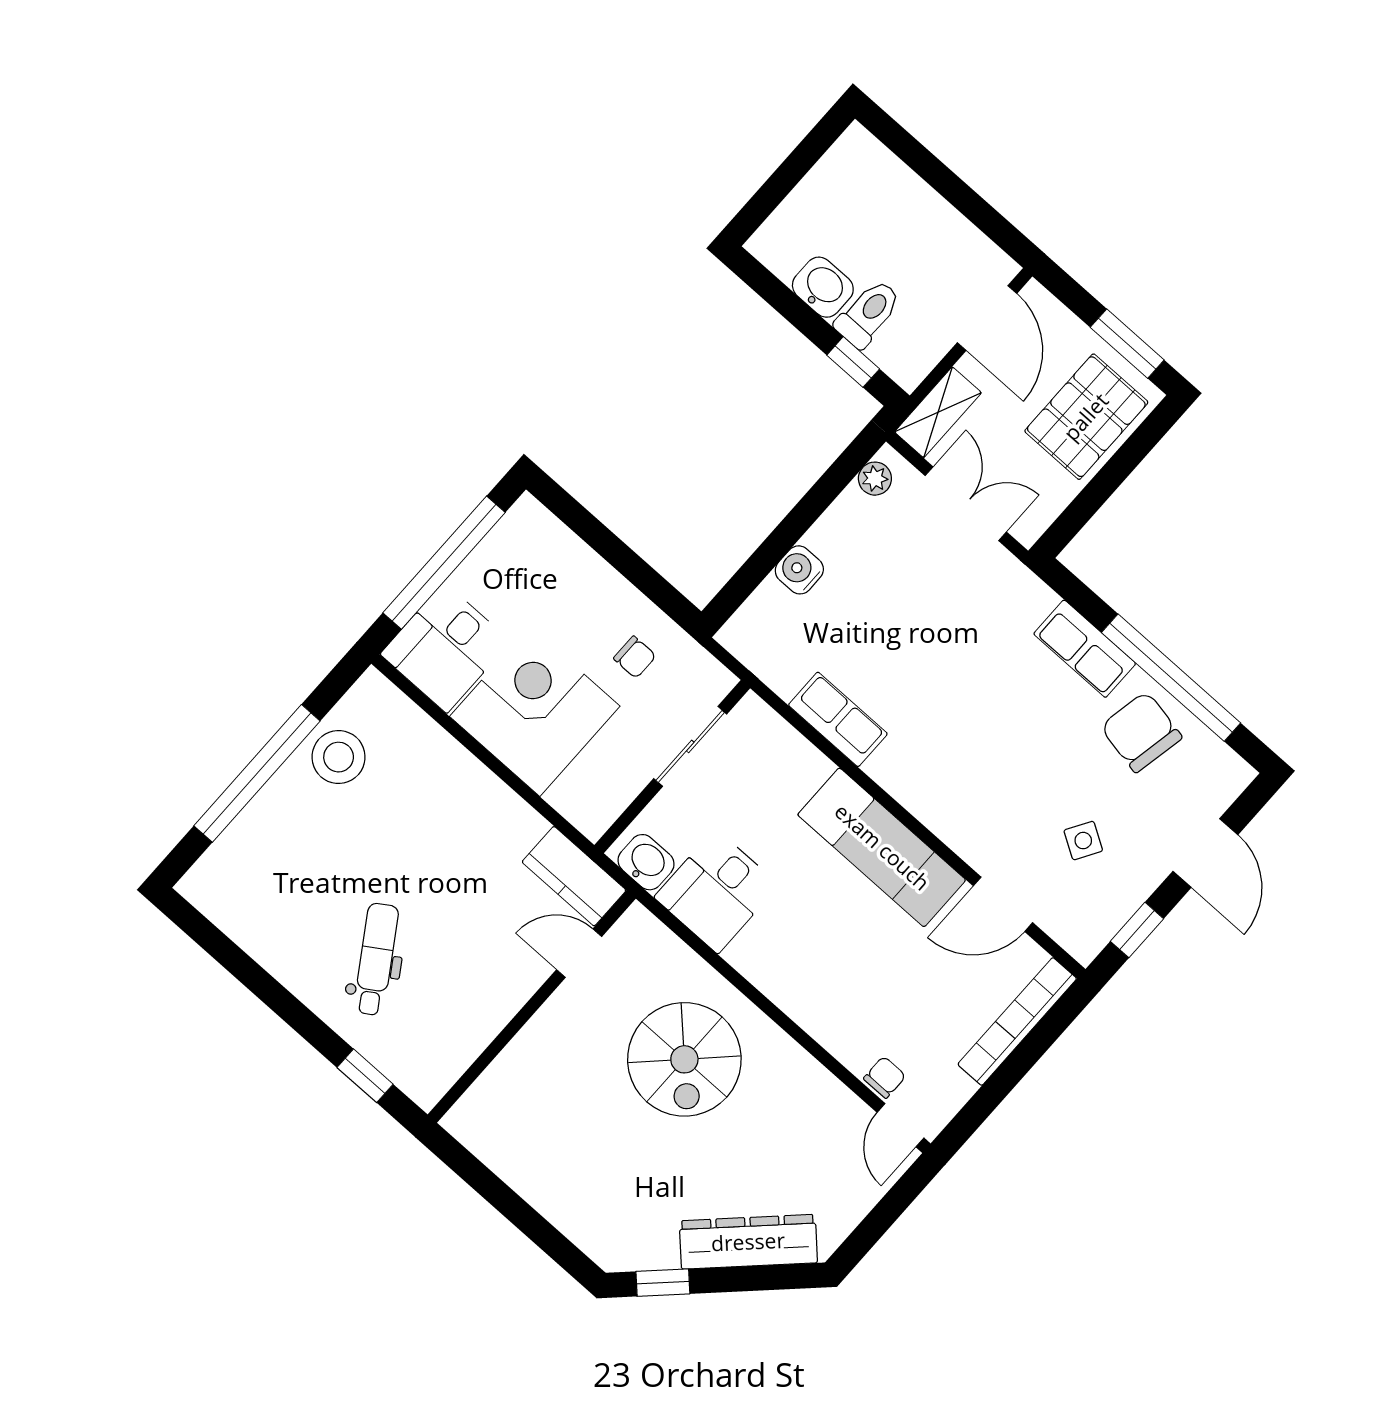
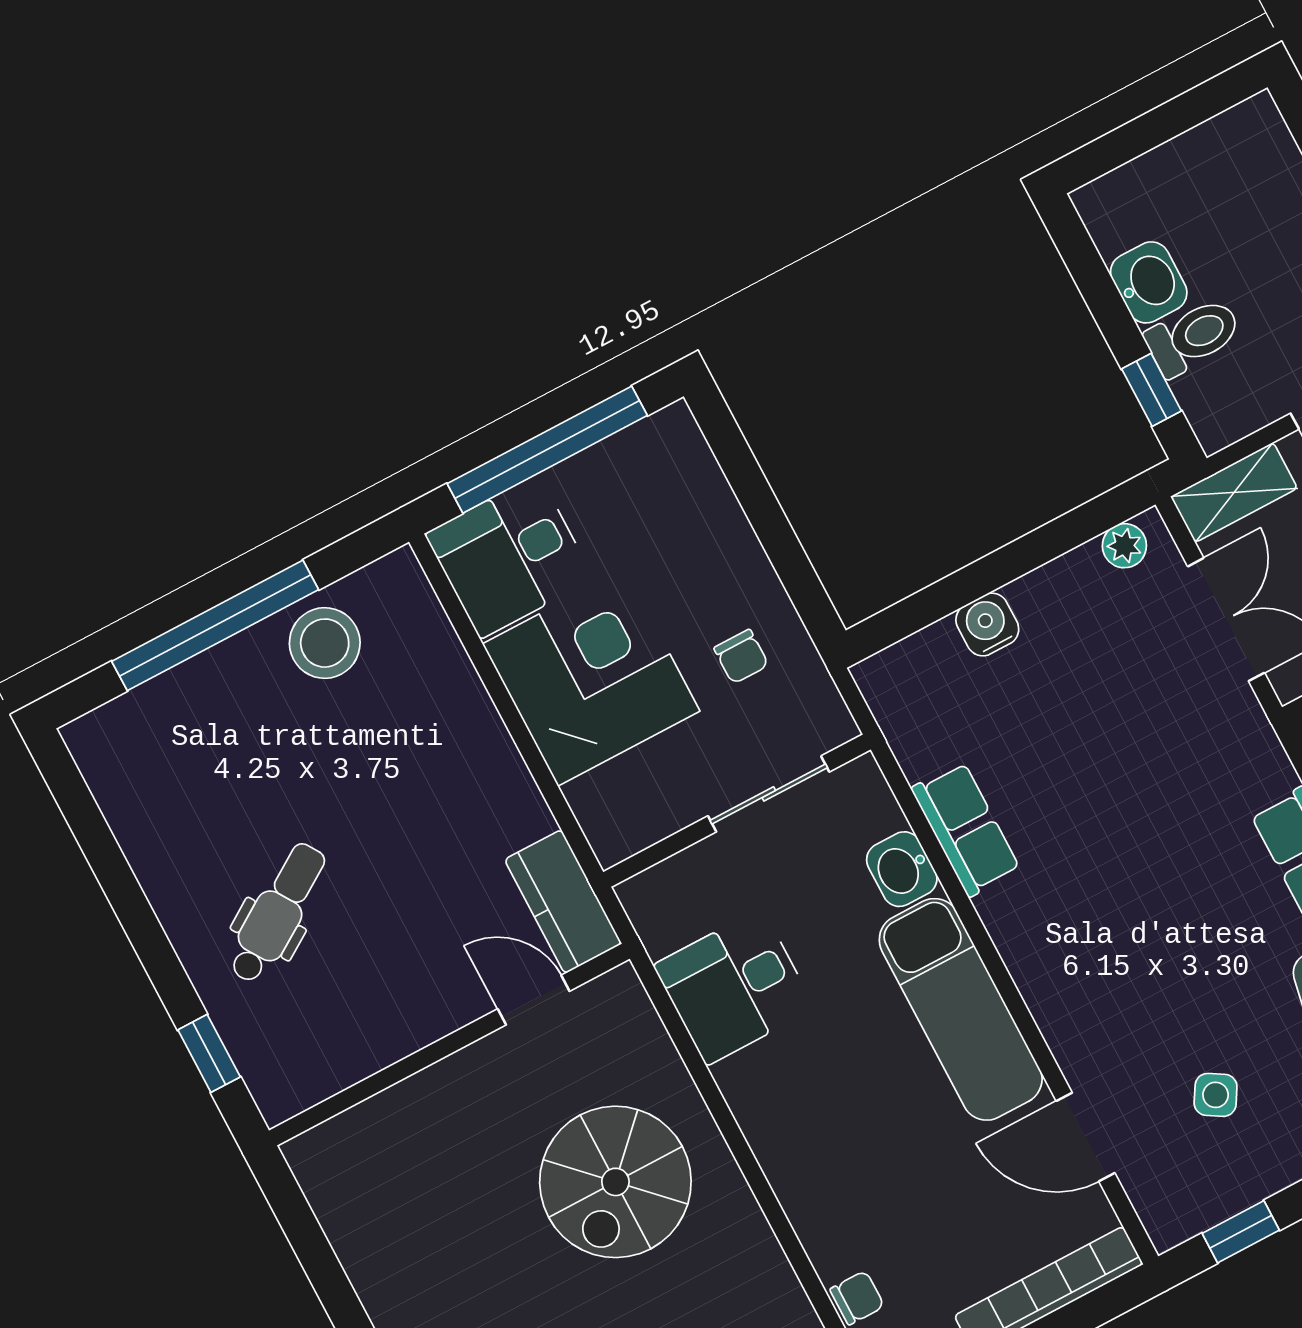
washbasin: (646, 862) -> (902, 869), moved, turned 180

